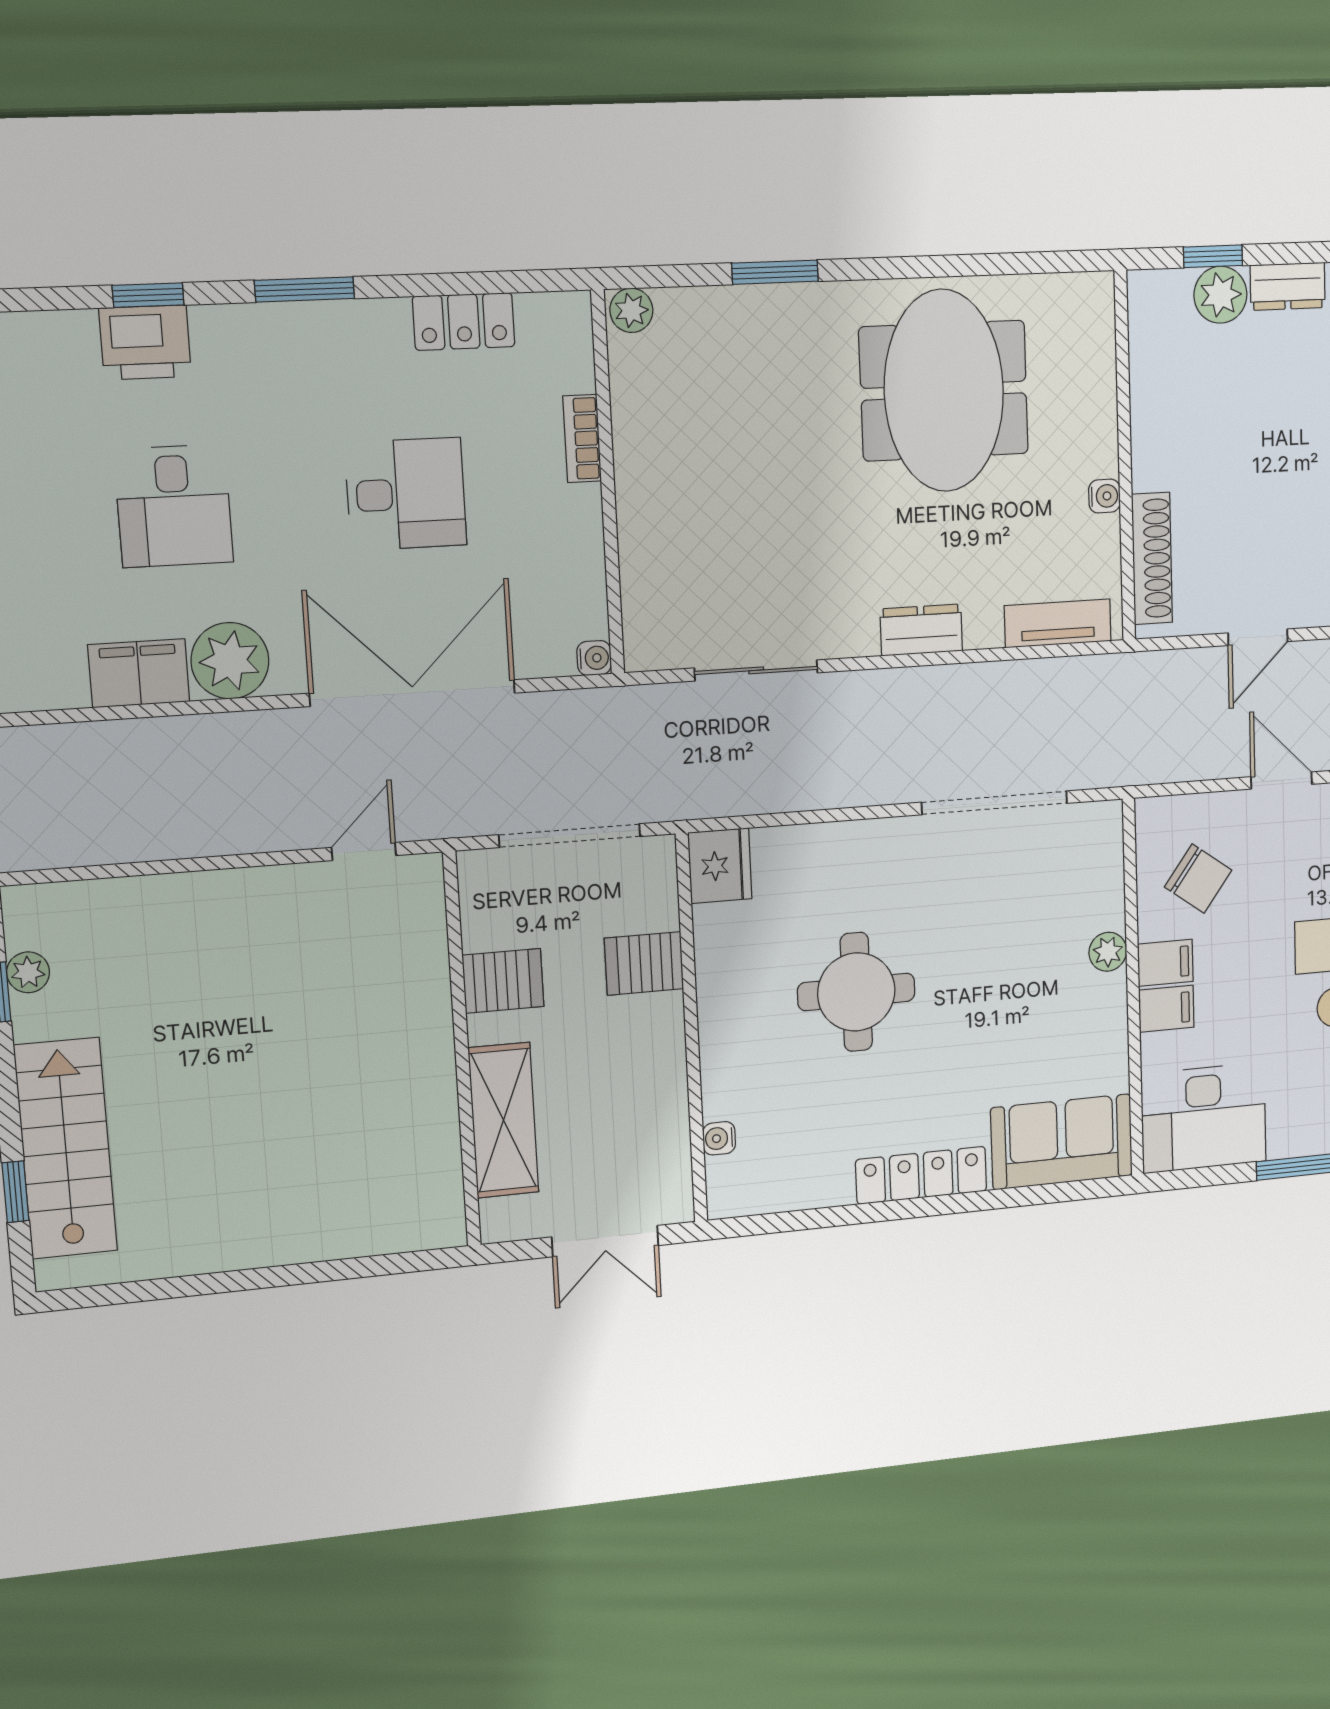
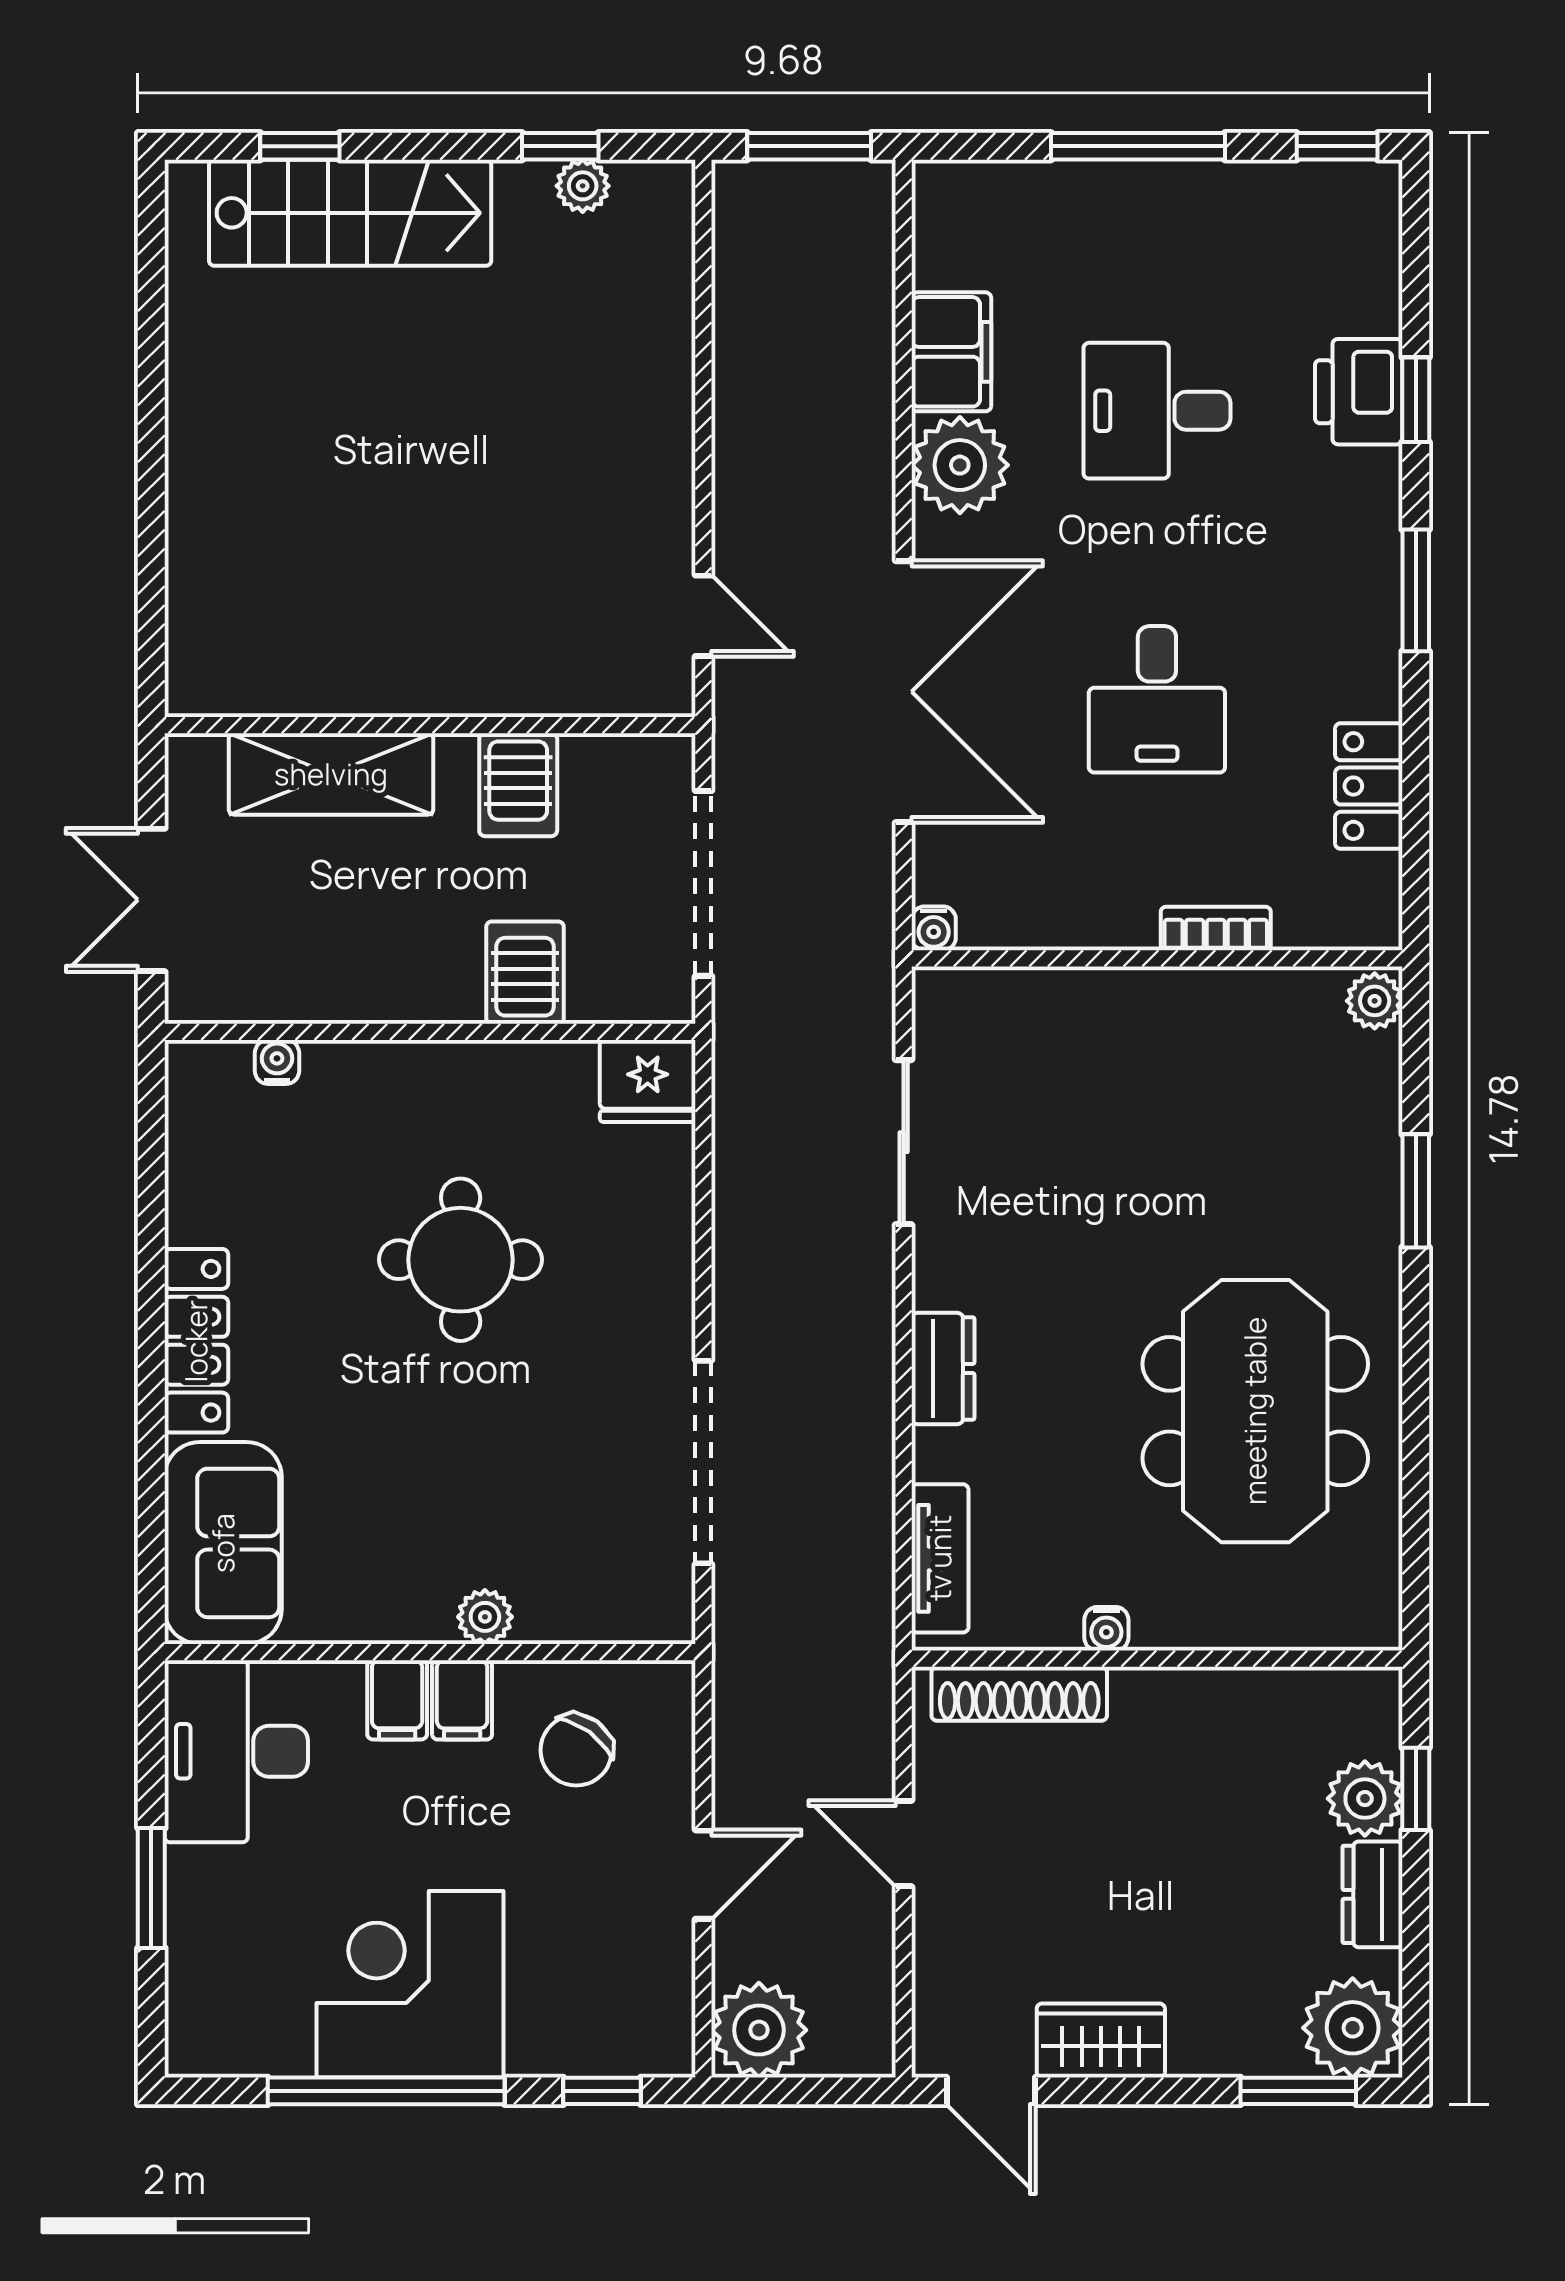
meeting table: (944, 391) -> (1255, 1411), turned 90

